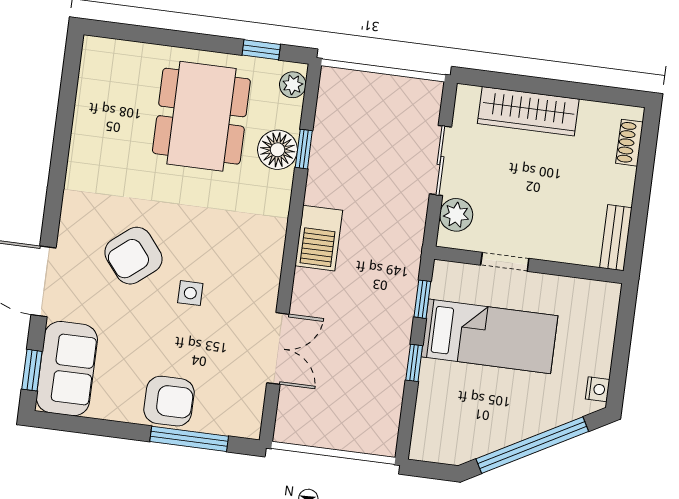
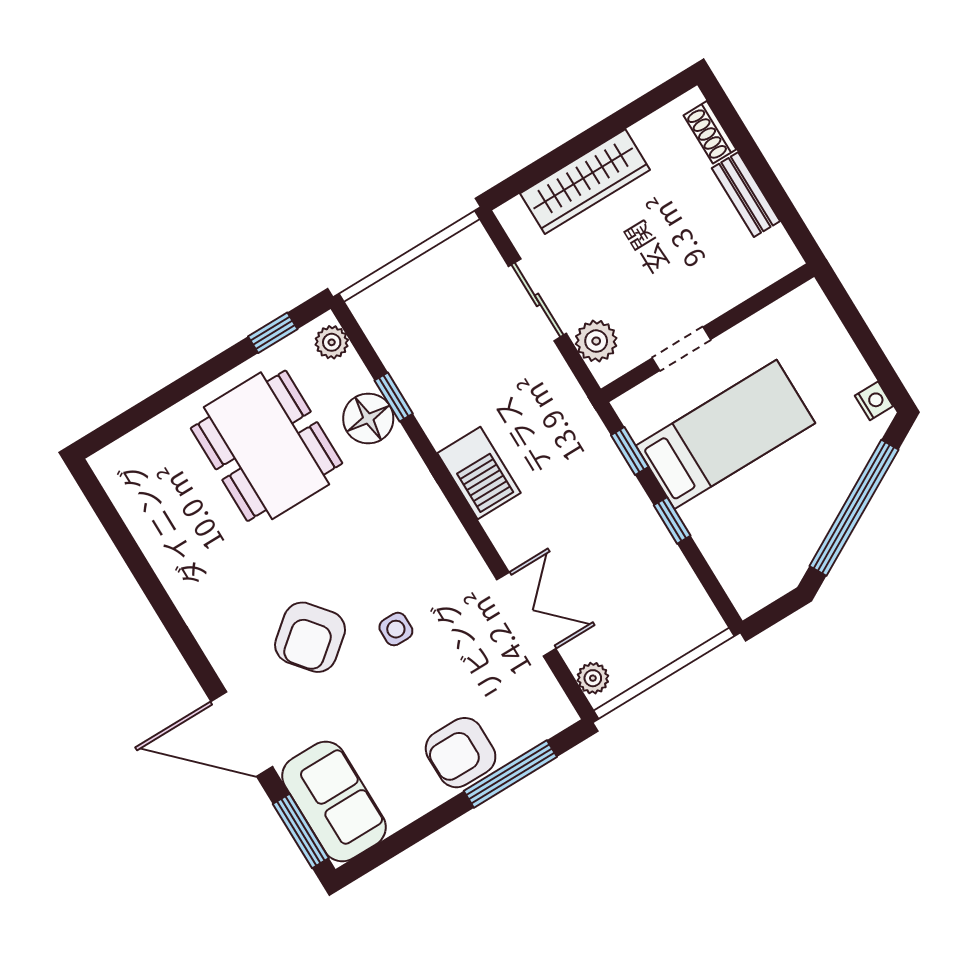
bench: (616, 238) -> (746, 195), moved
window: (32, 370) -> (301, 831), width x1.50
armchair: (169, 401) -> (461, 753), turned 180
plant: (287, 421) -> (593, 678), added

